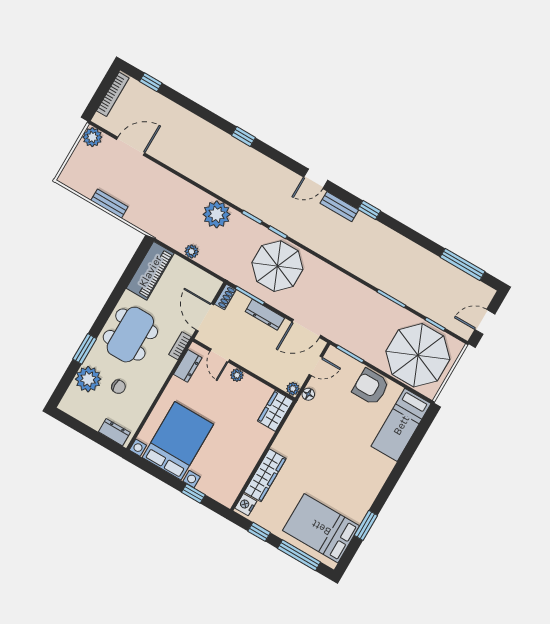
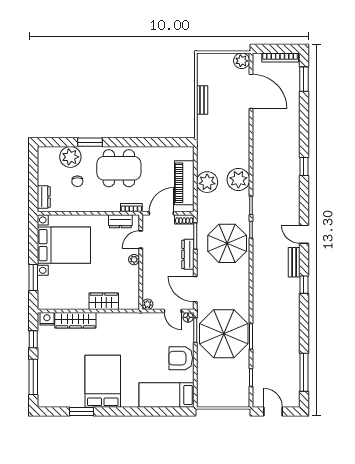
window: (151, 82) -> (304, 79), width x1.50
door: (131, 146) -> (251, 91), width x1.36
plant: (192, 251) -> (207, 182), width x1.88, depth x1.88
piano: (150, 271) -> (184, 183), moved, turned 90
parasol: (418, 355) -> (224, 334), moved
armchair: (371, 387) -> (181, 358), turned -90
floor lamp: (308, 394) -> (188, 317), moved
wardrobe: (275, 411) -> (104, 301), moved
window: (193, 494) -> (33, 278), width x1.50
bed: (321, 528) -> (103, 381), moved

